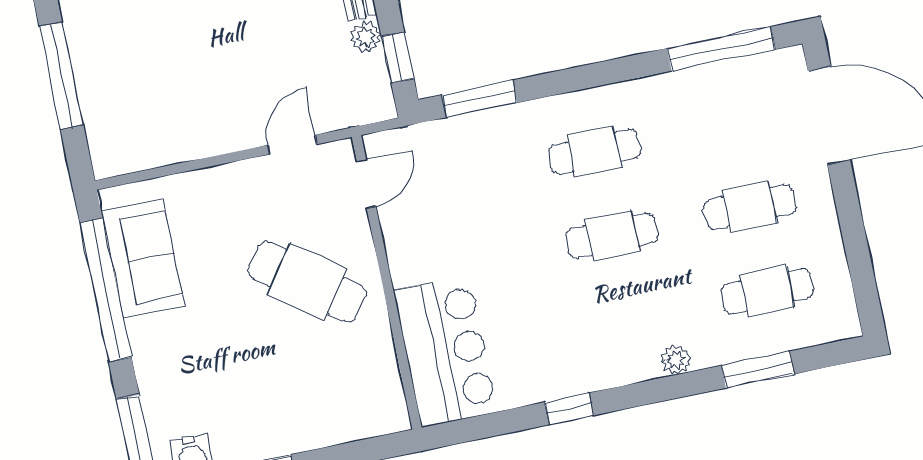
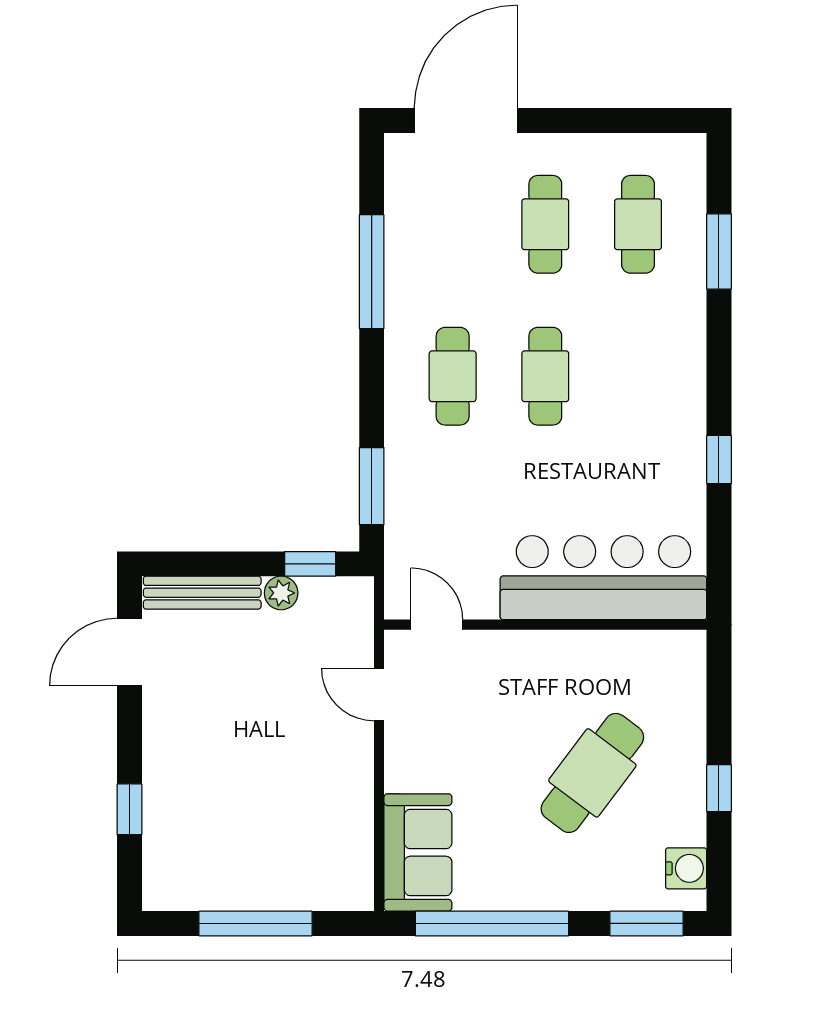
window: (721, 49) -> (372, 272), moved
sofa: (143, 258) -> (418, 852), moved, turned 90
cafe table: (307, 282) -> (592, 773), moved
bar counter: (445, 351) -> (603, 578), width x1.36
plant: (676, 360) -> (691, 336), removed

